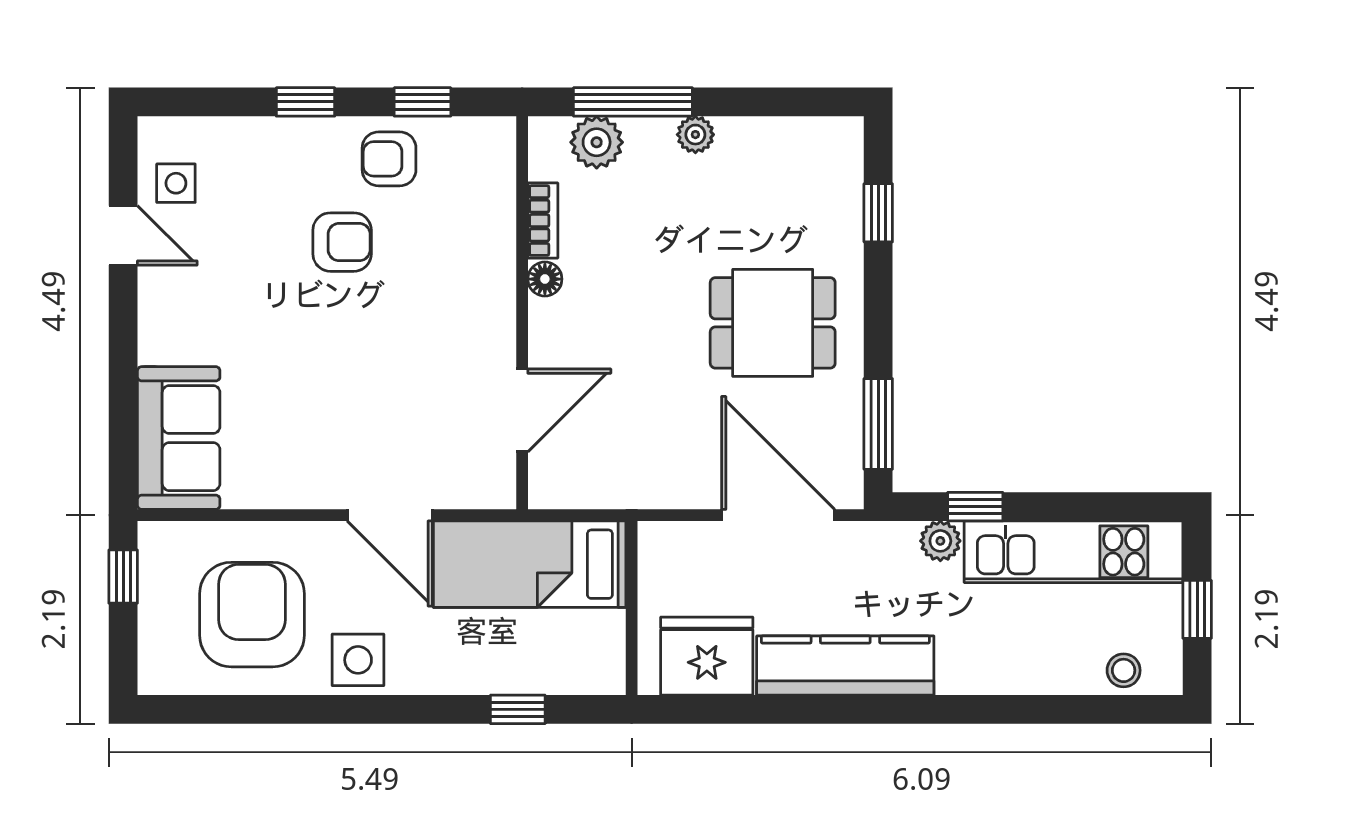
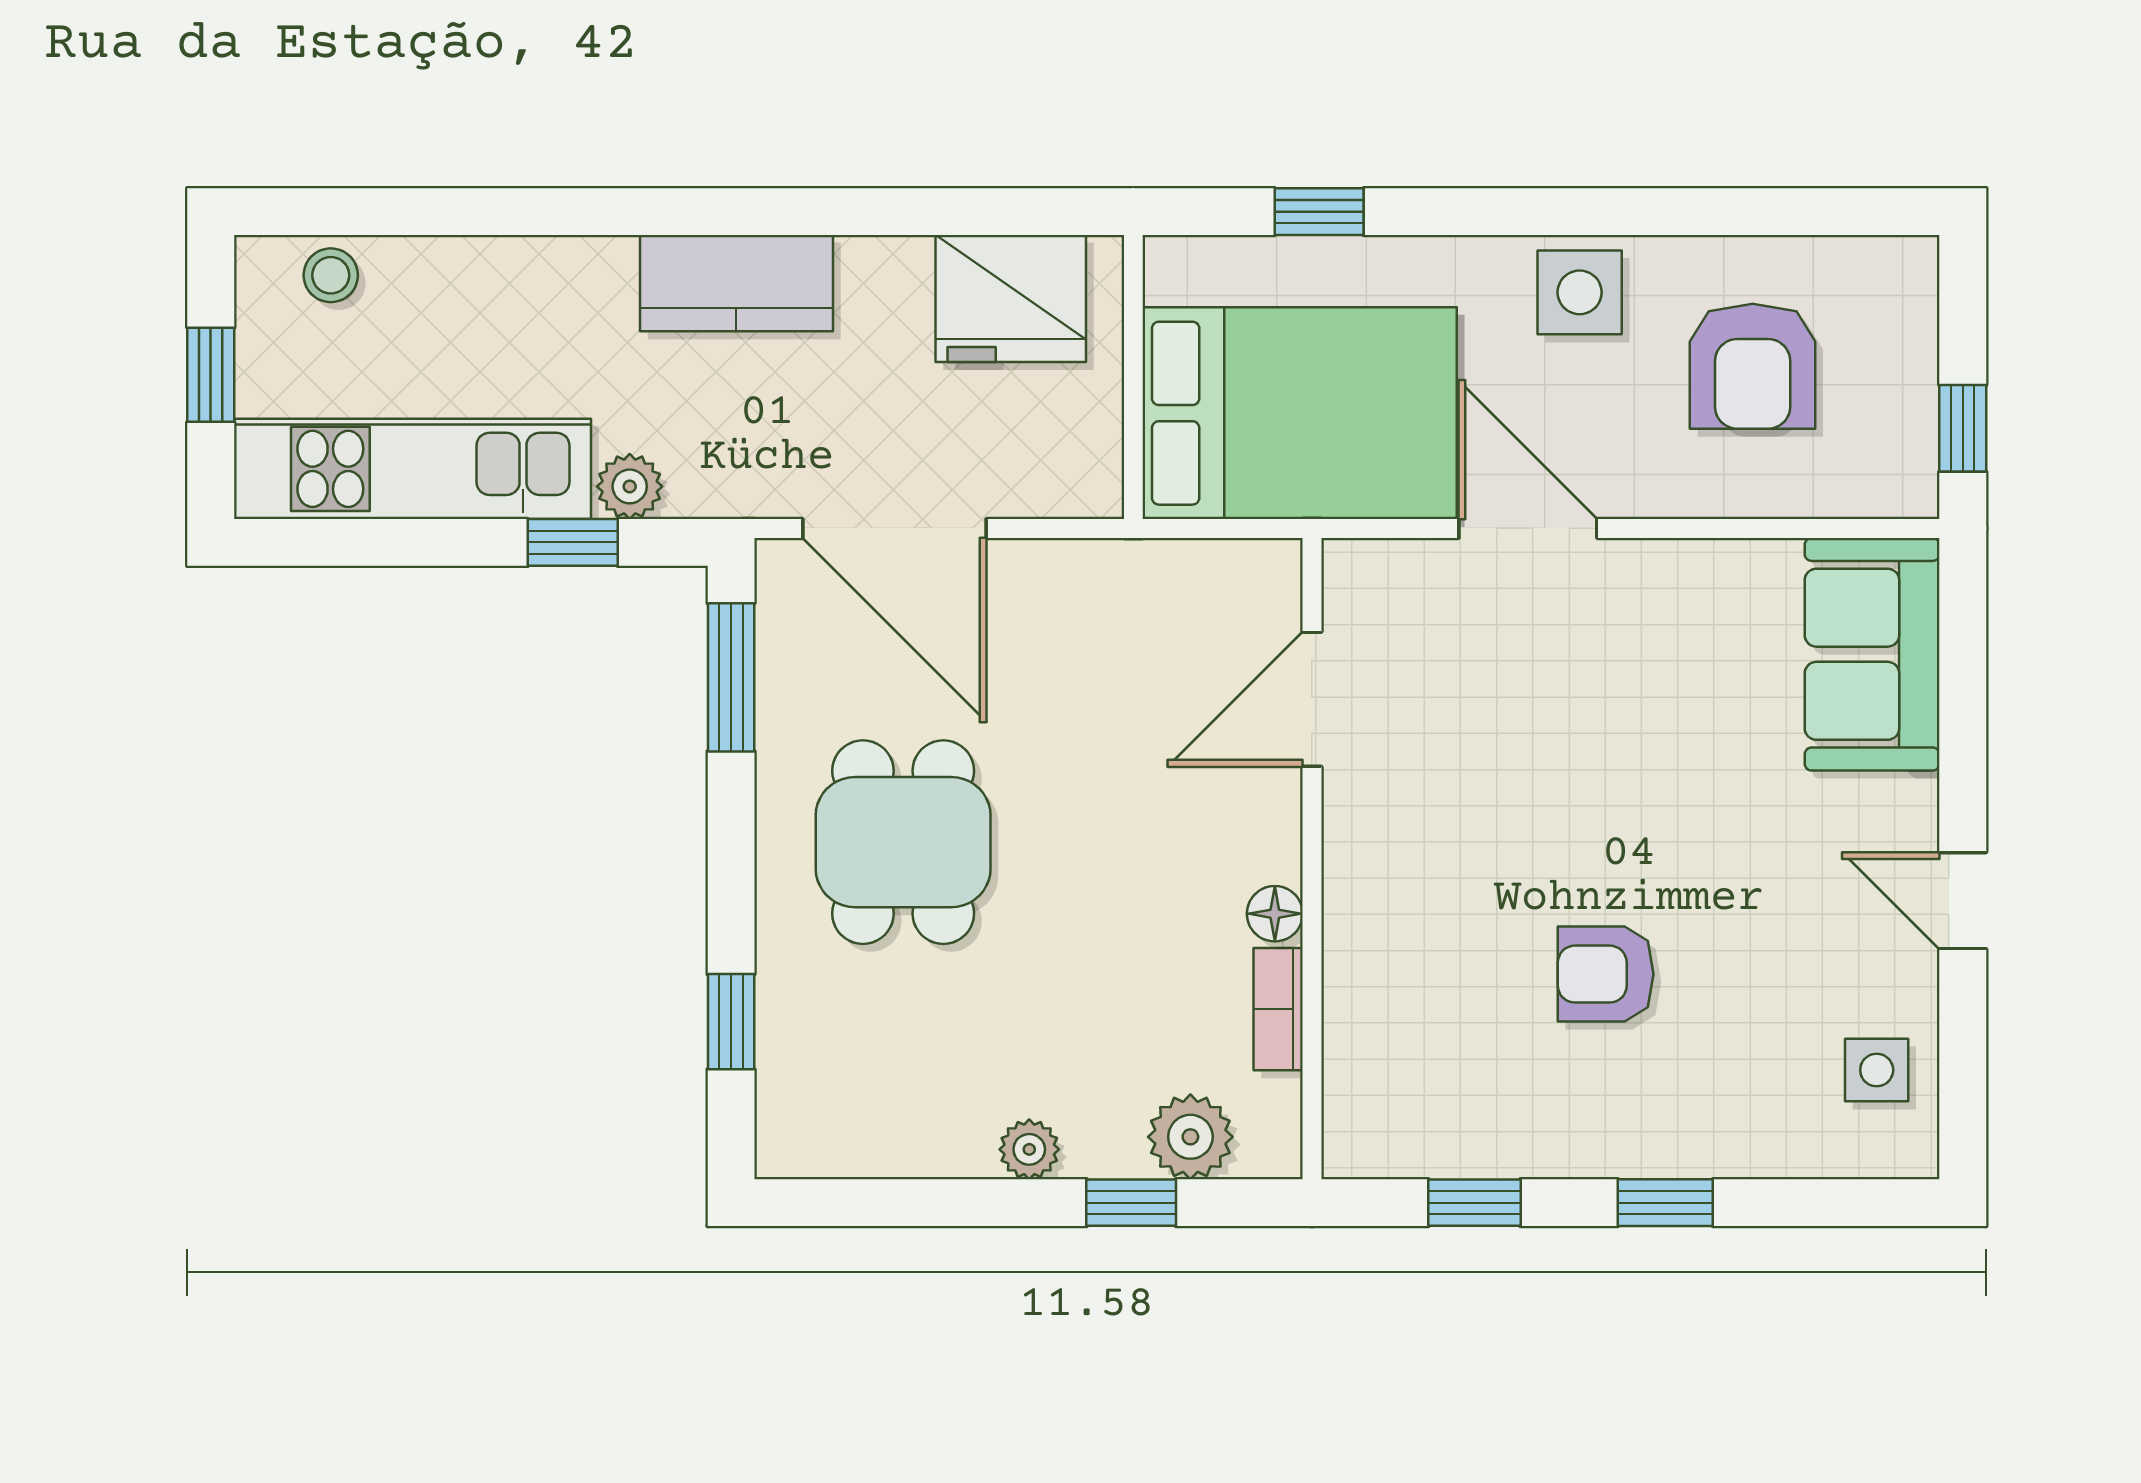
window: (633, 102) -> (1131, 1203), width x0.46
armchair: (389, 159) -> (1529, 1110), removed
door: (123, 235) -> (1963, 901), moved
dining table: (773, 323) -> (903, 842), turned 90
bed: (530, 564) -> (1300, 413), width x1.50
armchair: (252, 615) -> (1753, 366), width x0.73, depth x0.73
kitchen counter: (845, 666) -> (736, 283), width x0.67

